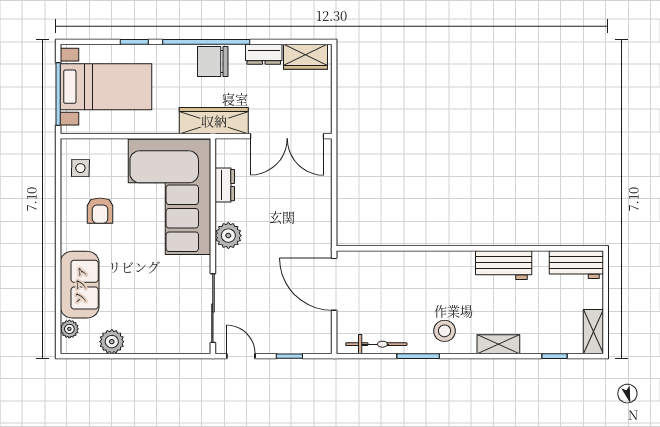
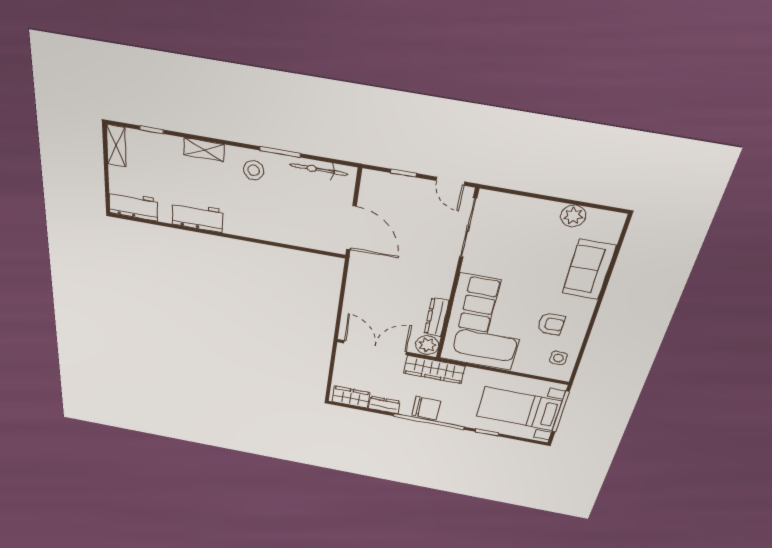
dresser: (225, 185) -> (436, 317), width x1.44
armchair: (100, 211) -> (551, 324), turned 90
plant: (228, 236) -> (427, 345), moved
plant: (69, 329) -> (611, 234), removed

